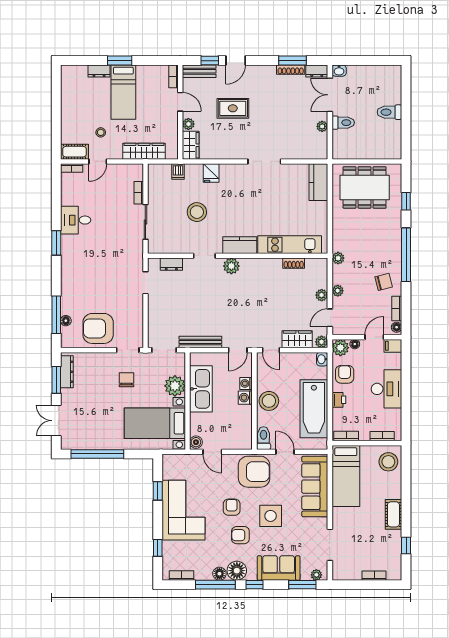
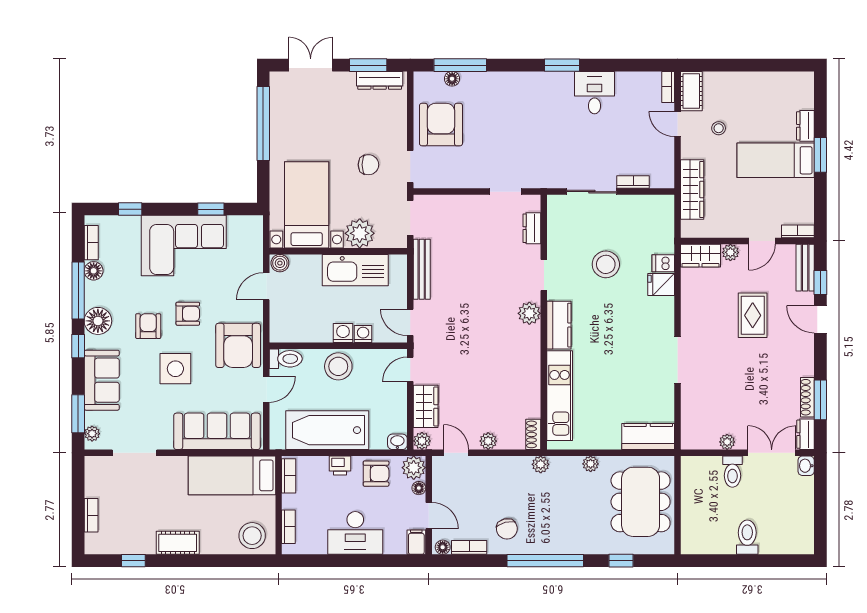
dishwasher: (178, 171) -> (663, 263), moved
shoe rack: (294, 263) -> (533, 434), moved
plant: (338, 291) -> (591, 464), moved
floor lamp: (219, 574) -> (94, 271), moved

